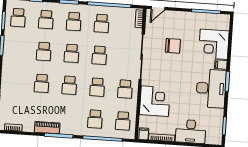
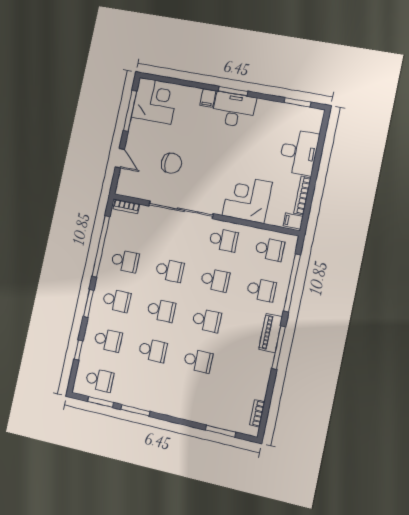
door: (158, 8) -> (120, 158), moved
corner desk: (214, 44) -> (155, 101), moved, turned -90
chair: (173, 46) -> (171, 163), turned 90
desk: (211, 88) -> (234, 110), width x0.73, depth x0.77
piano: (47, 128) -> (271, 333), moved

